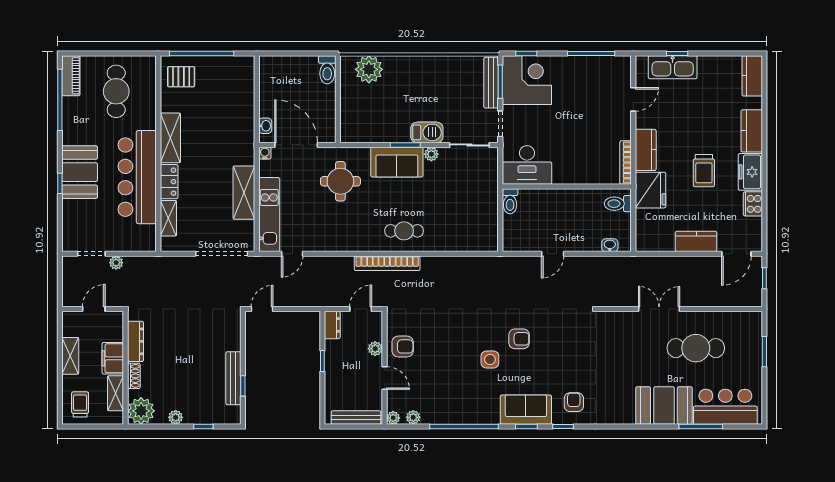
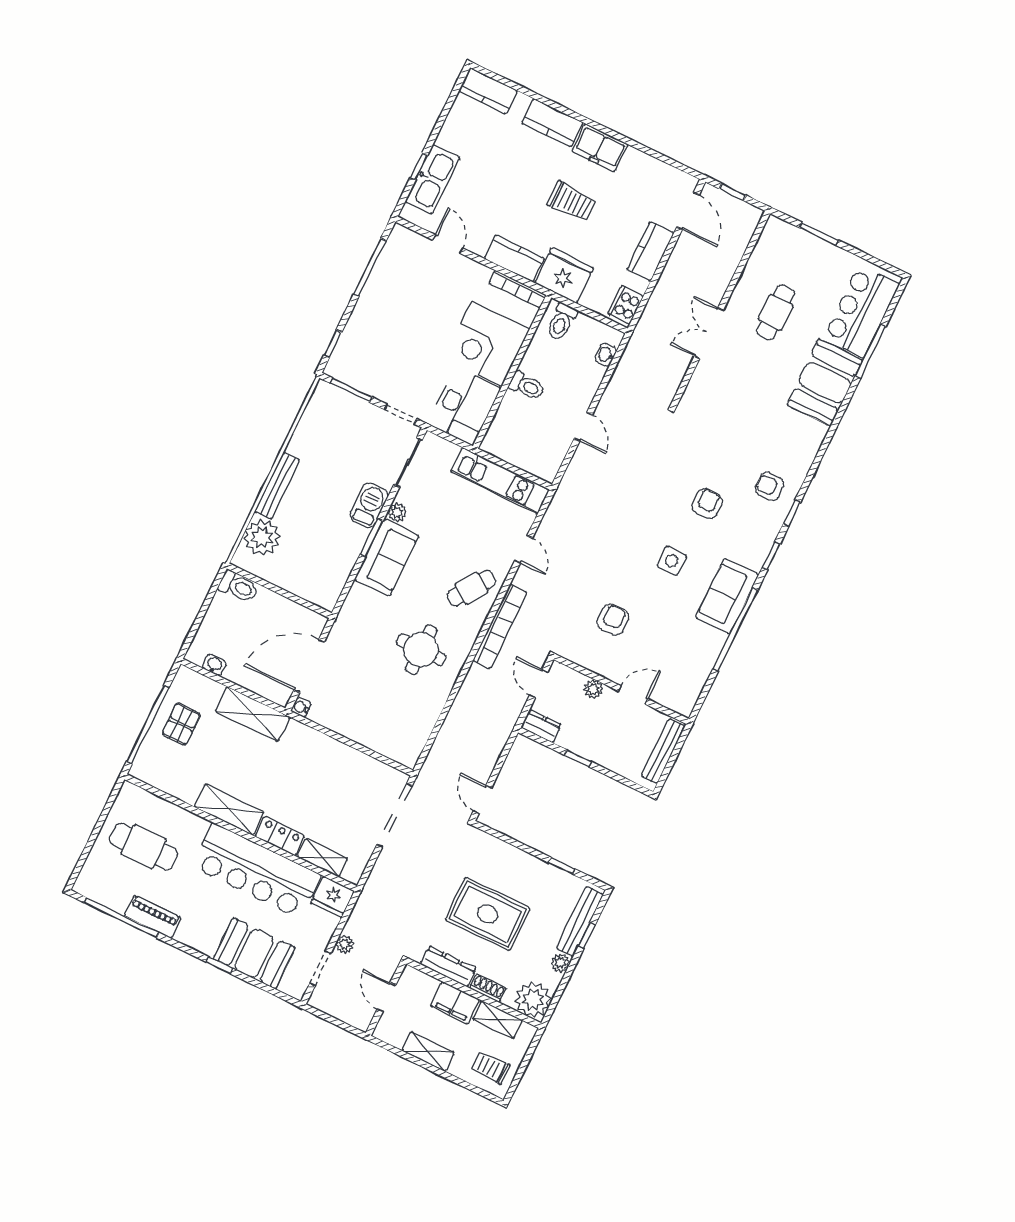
piano: (71, 76) -> (153, 917), moved
pallet: (181, 77) -> (181, 724), moved
corner desk: (527, 80) -> (487, 344), moved, turned -90
bench: (491, 83) -> (277, 486), moved, turned 90
washbasin: (265, 126) -> (214, 665), moved
booth: (80, 172) -> (254, 953), moved
round table: (340, 181) -> (421, 650), moved
shelving: (244, 193) -> (253, 714), moved
toilet: (510, 201) -> (527, 386), moved
cooker: (753, 204) -> (626, 305), moved, turned 90
kitchen unit: (269, 215) -> (500, 481), moved, turned 180
cafe table: (404, 231) -> (472, 588), turned 35
fridge: (145, 238) -> (333, 897), added
door: (292, 254) -> (524, 549), moved
armchair: (519, 339) -> (707, 503), moved
armchair: (403, 346) -> (613, 620), moved
cafe table: (696, 348) -> (776, 312), width x0.73, depth x0.74
rug: (185, 351) -> (488, 914), added
bench: (233, 378) -> (580, 921), moved, turned 90
sofa: (526, 410) -> (727, 596), moved
plant: (413, 417) -> (696, 684), removed
plant: (393, 418) -> (685, 708), removed

